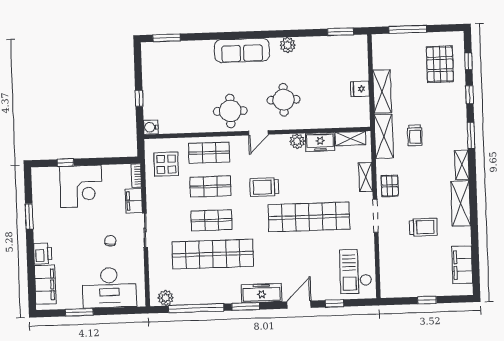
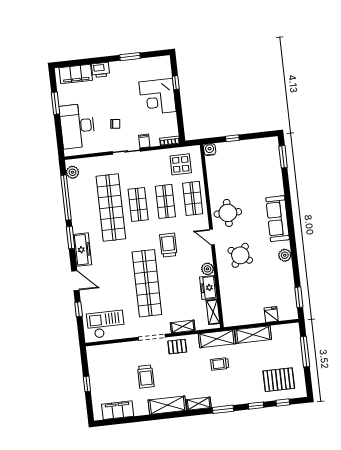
fridge: (360, 89) -> (271, 315), moved
round table: (284, 100) -> (240, 255), turned 35
filing cabinet: (134, 201) -> (144, 141), width x0.50

